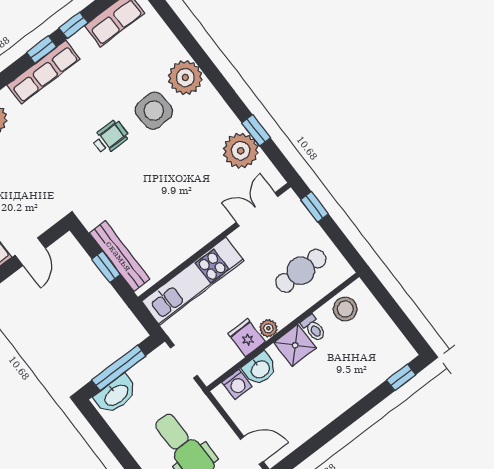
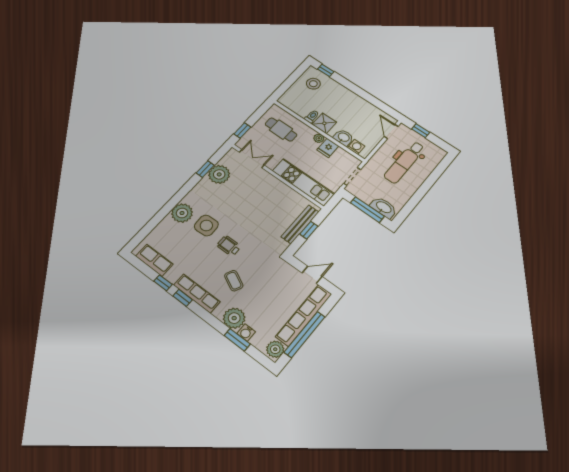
coffee table: (50, 132) -> (234, 281), added
double door: (257, 209) -> (252, 159), swing flipped
stool: (345, 309) -> (313, 84), moved

